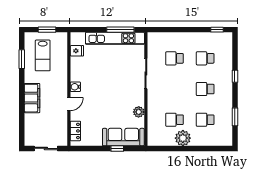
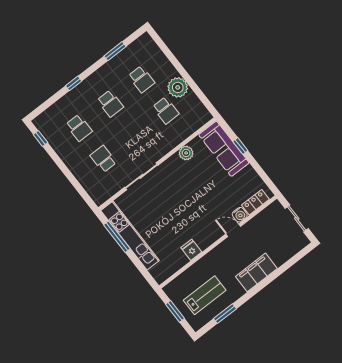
fridge: (77, 51) -> (191, 250), moved
school desk: (175, 58) -> (103, 159), turned 180
water cooler: (75, 87) -> (240, 215), moved

